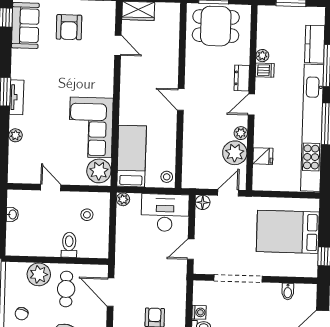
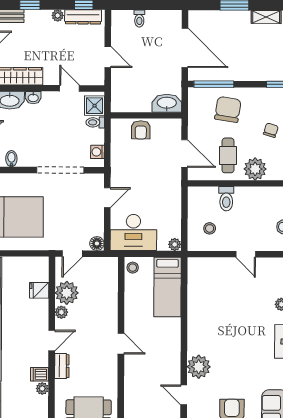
corner sofa: (91, 127) -> (208, 314), removed
plant: (99, 171) -> (199, 367), moved
washing machine: (199, 312) -> (98, 152), moved

